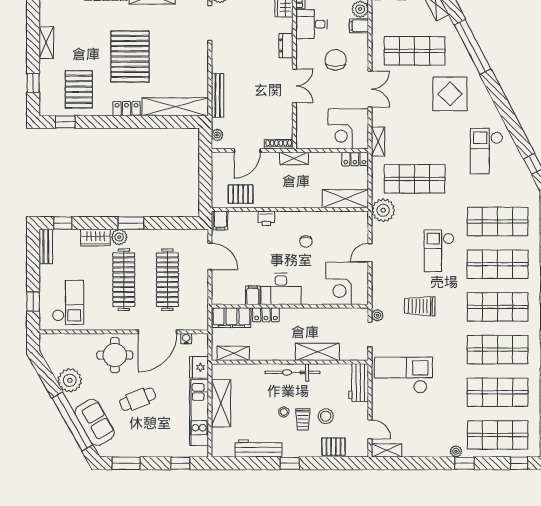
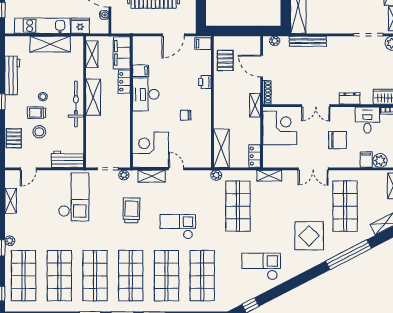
corner desk: (348, 129) -> (280, 128), moved, turned 90
plant: (383, 210) -> (216, 175), width x0.53, depth x0.53
shelving: (379, 282) -> (152, 176), added
shelving: (317, 352) -> (93, 97), moved
shelving: (387, 450) -> (11, 201), moved

